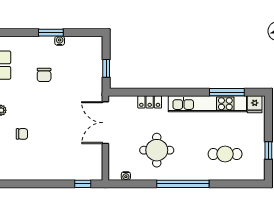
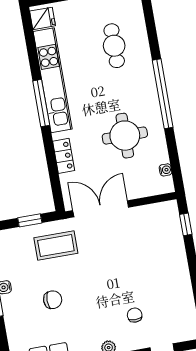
coffee table: (84, 84) -> (56, 246), added
window: (227, 92) -> (41, 103), moved
double door: (105, 123) -> (101, 209), swing flipped

